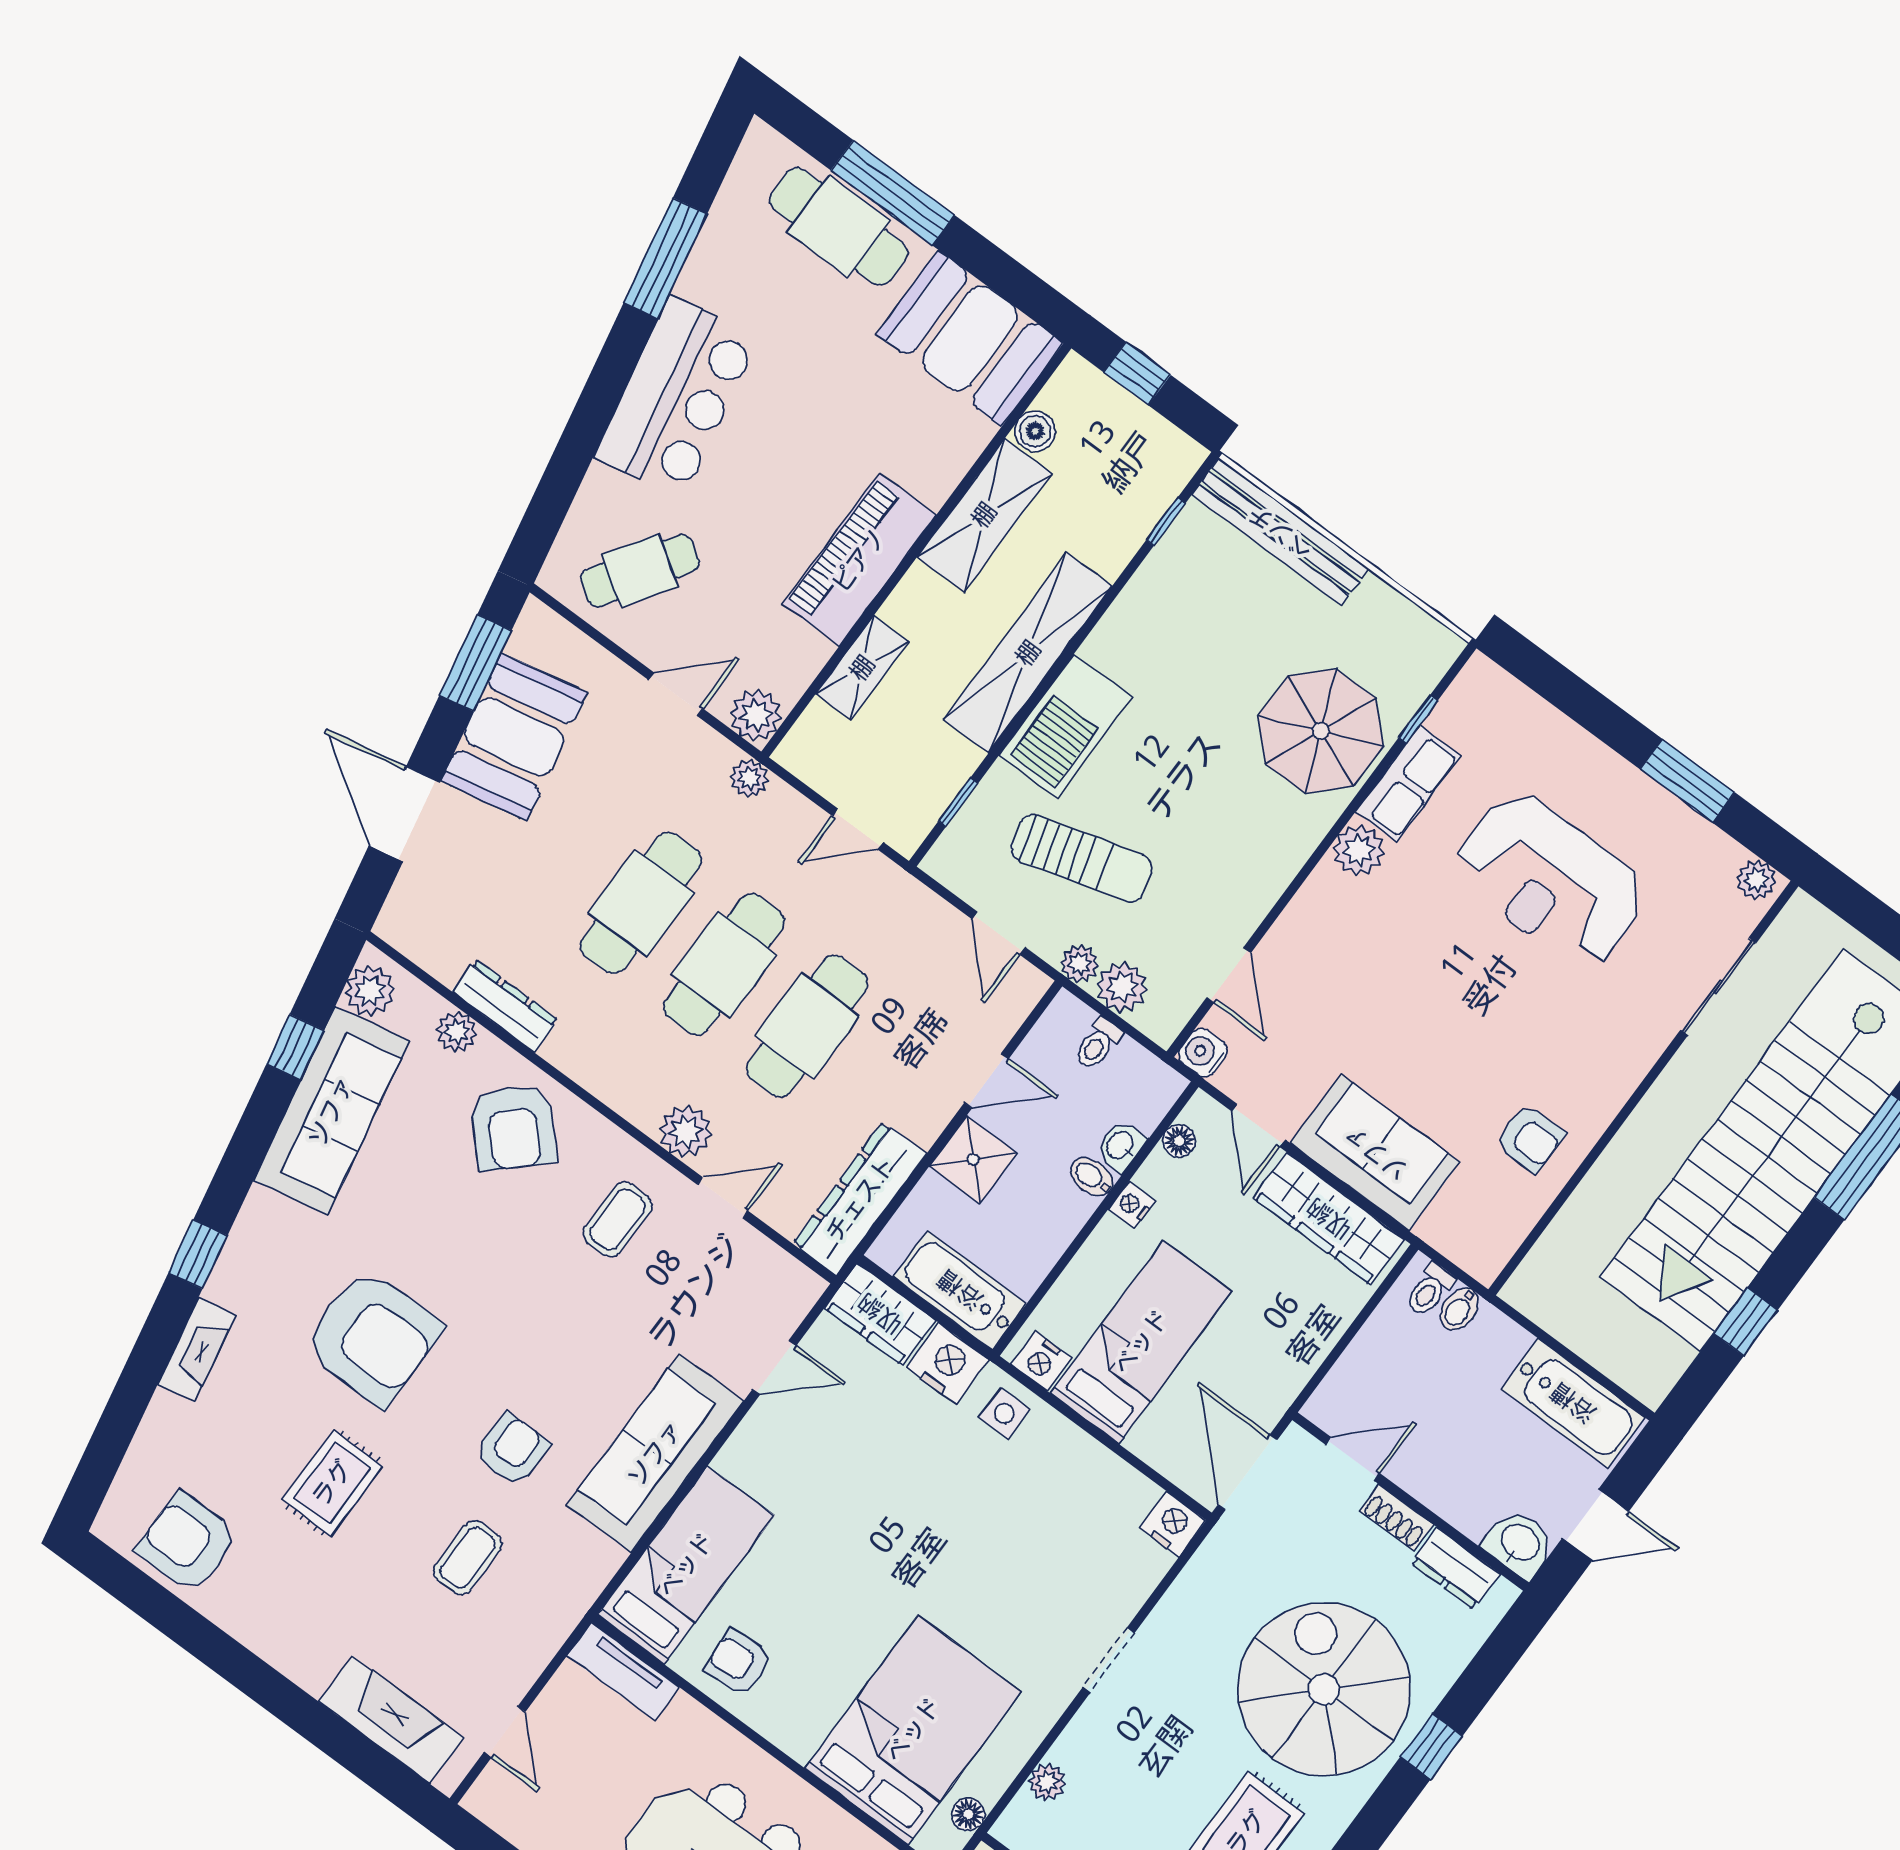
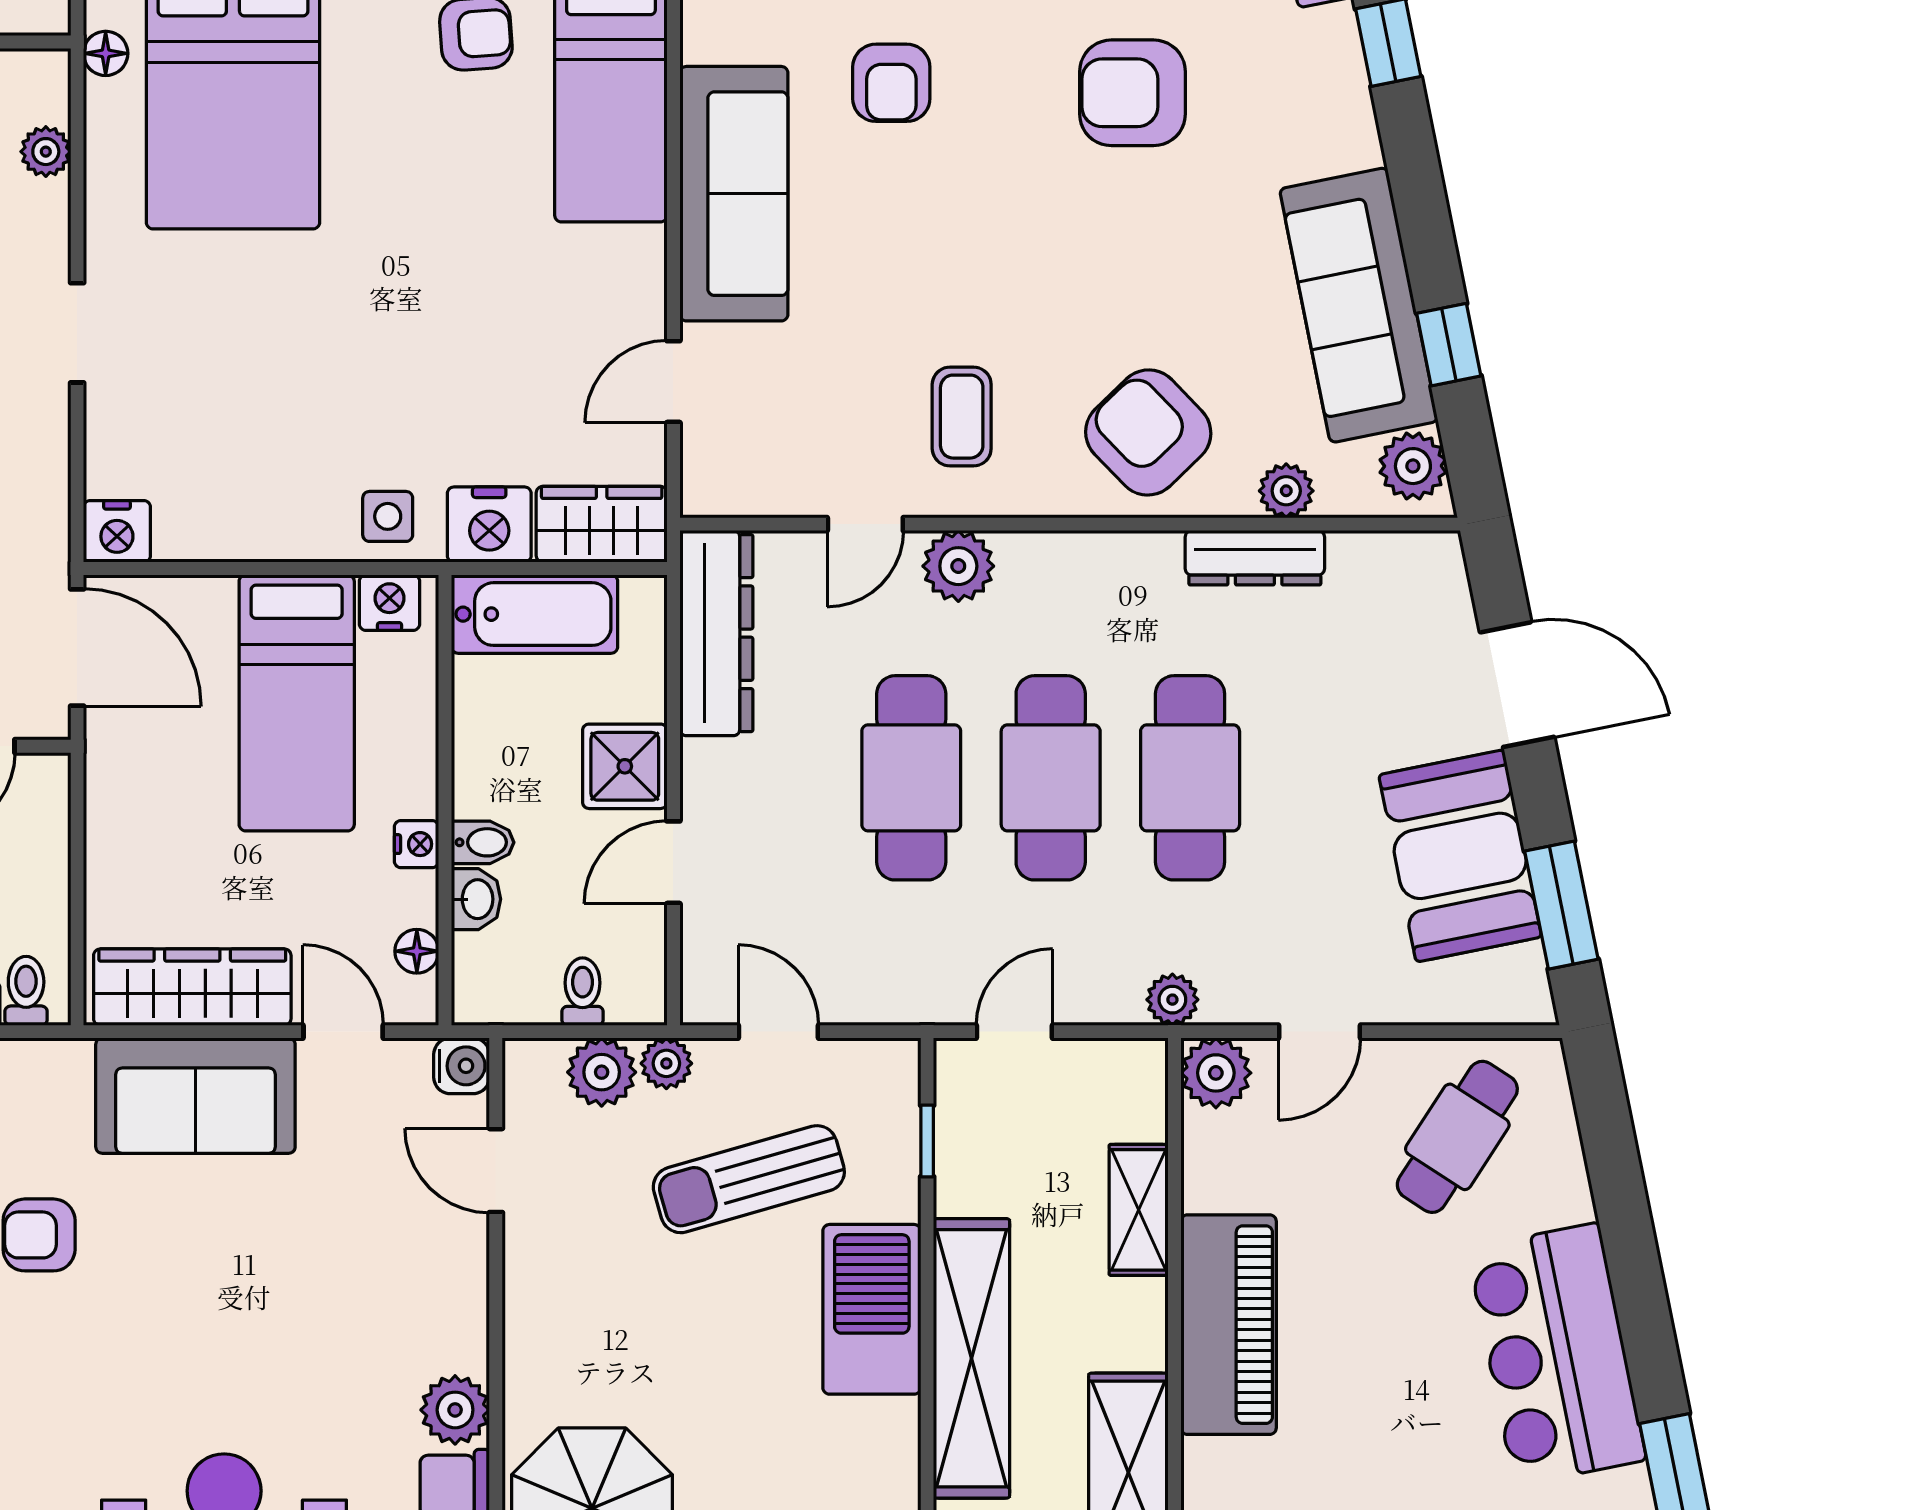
armchair: (373, 1337) -> (1132, 93), width x0.73, depth x0.73

